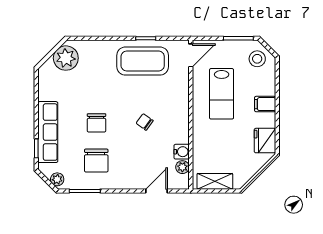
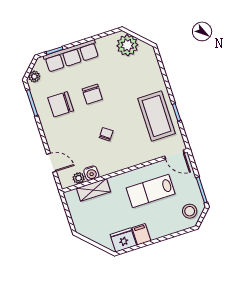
plant: (66, 58) -> (127, 45), moved
filing cabinet: (265, 104) -> (141, 234), moved
chair: (97, 123) -> (92, 94), turned -90
shelving: (215, 181) -> (94, 190), moved, turned 90

